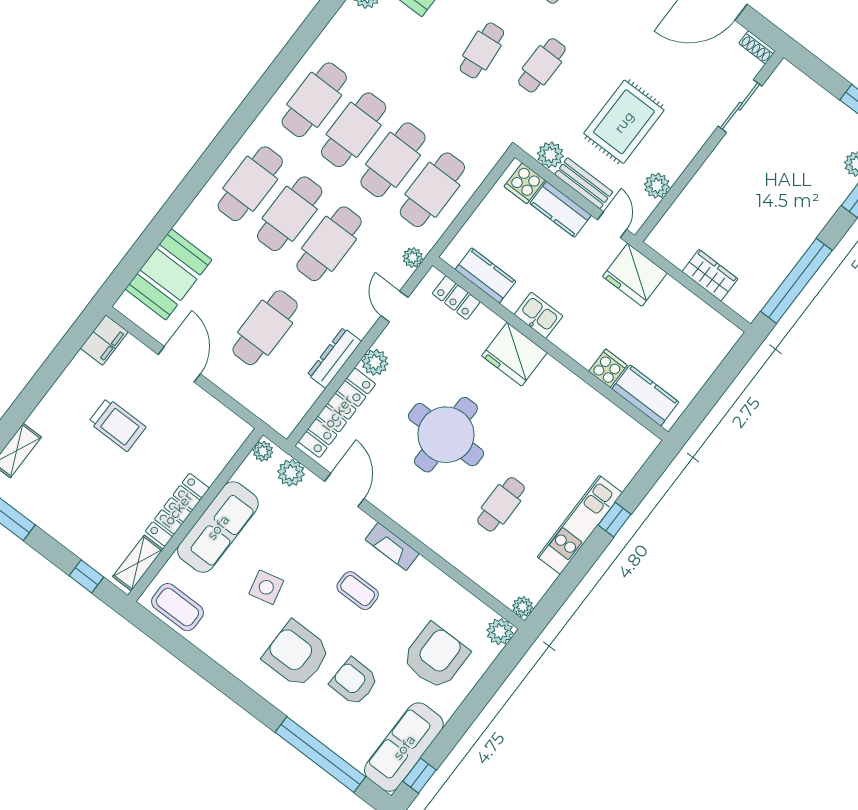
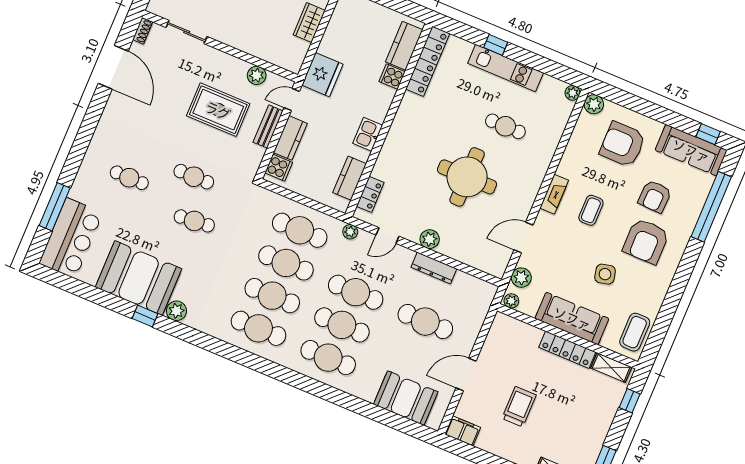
plant: (550, 155) -> (254, 155), removed
fridge: (514, 354) -> (399, 144), removed
locker: (337, 413) -> (428, 61), moved, turned 90

